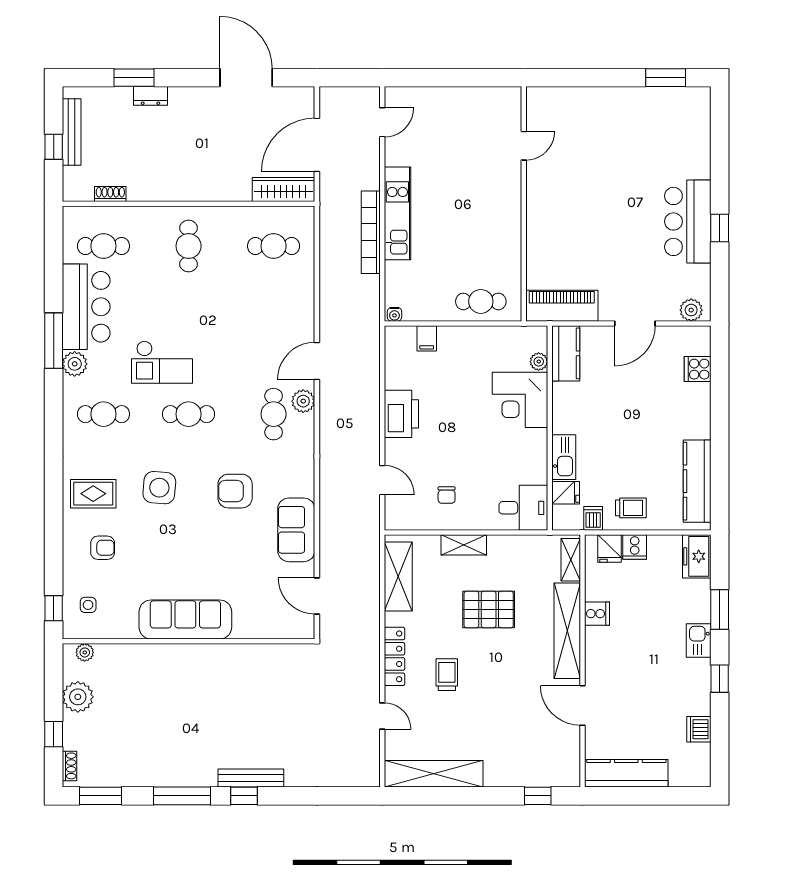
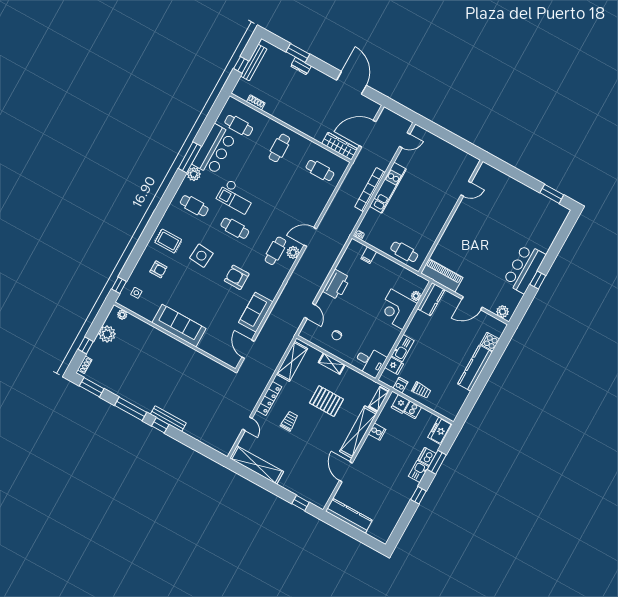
kitchen counter: (697, 481) -> (475, 368), moved
dishwasher: (699, 729) -> (427, 456), moved

